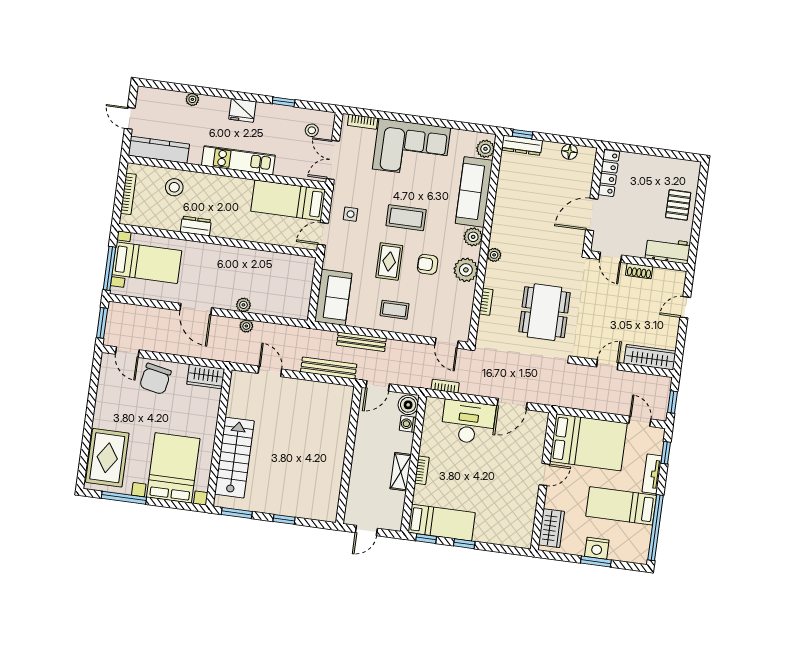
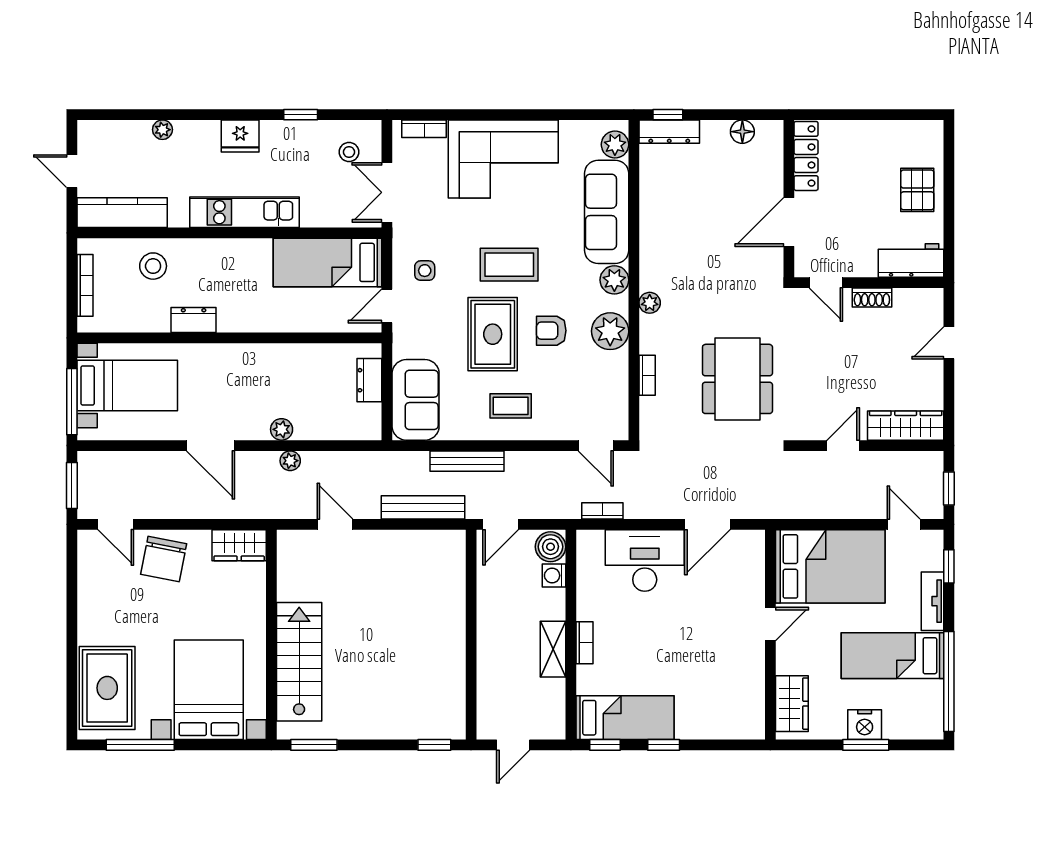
rug: (389, 261) -> (493, 334), width x1.36, depth x1.43
dresser: (305, 281) -> (369, 380), added
window: (284, 519) -> (434, 745), moved

